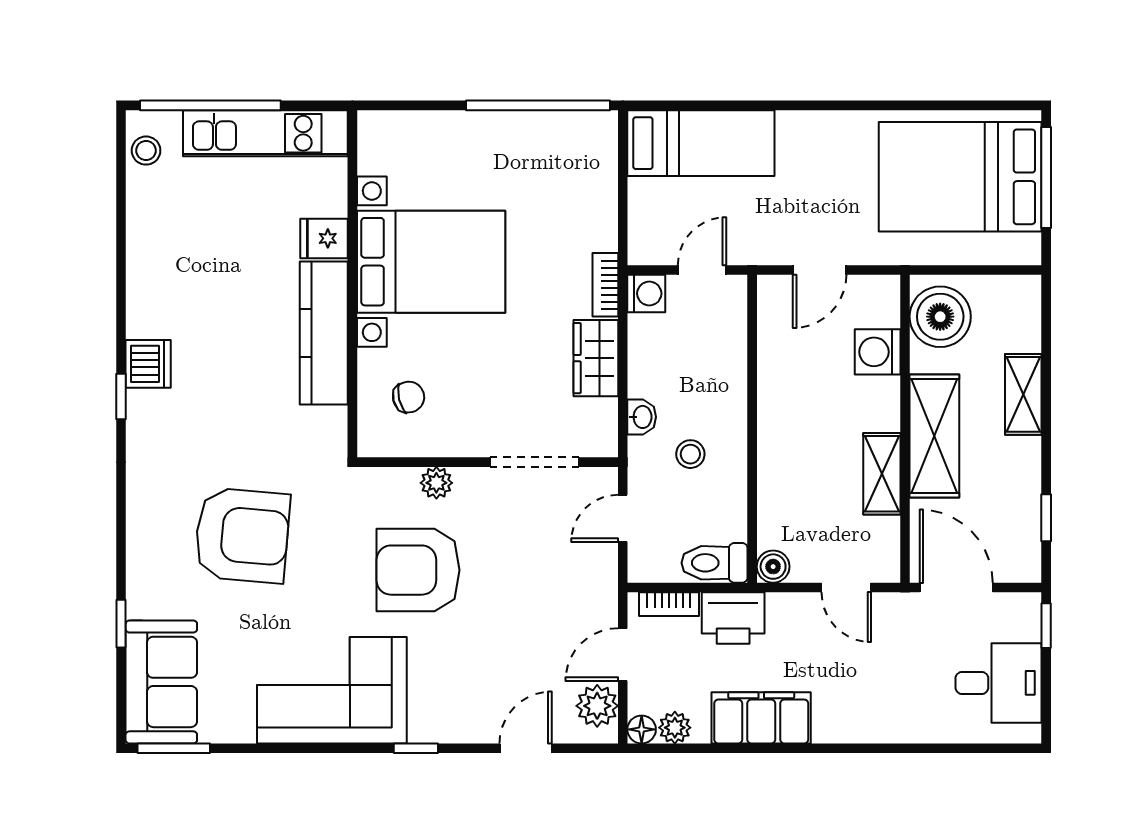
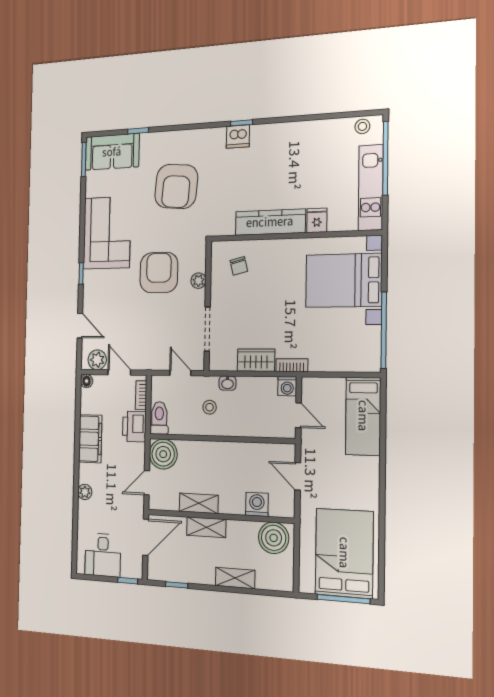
bed with nightstands: (431, 262) -> (344, 280), moved, turned 90
dishwasher: (148, 364) -> (238, 136), moved
shelving: (934, 436) -> (206, 527), width x0.67, depth x0.75
boiler: (773, 567) -> (163, 454), width x1.86, depth x1.86
plant: (675, 728) -> (85, 492), moved

